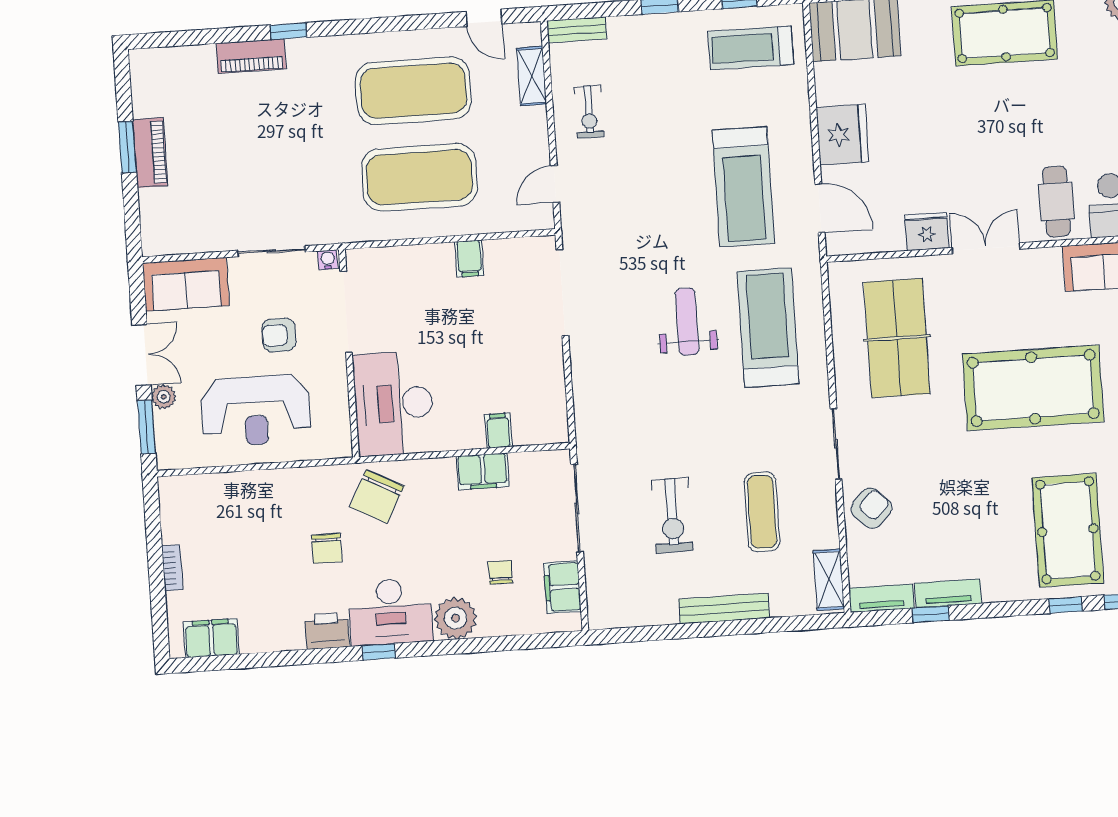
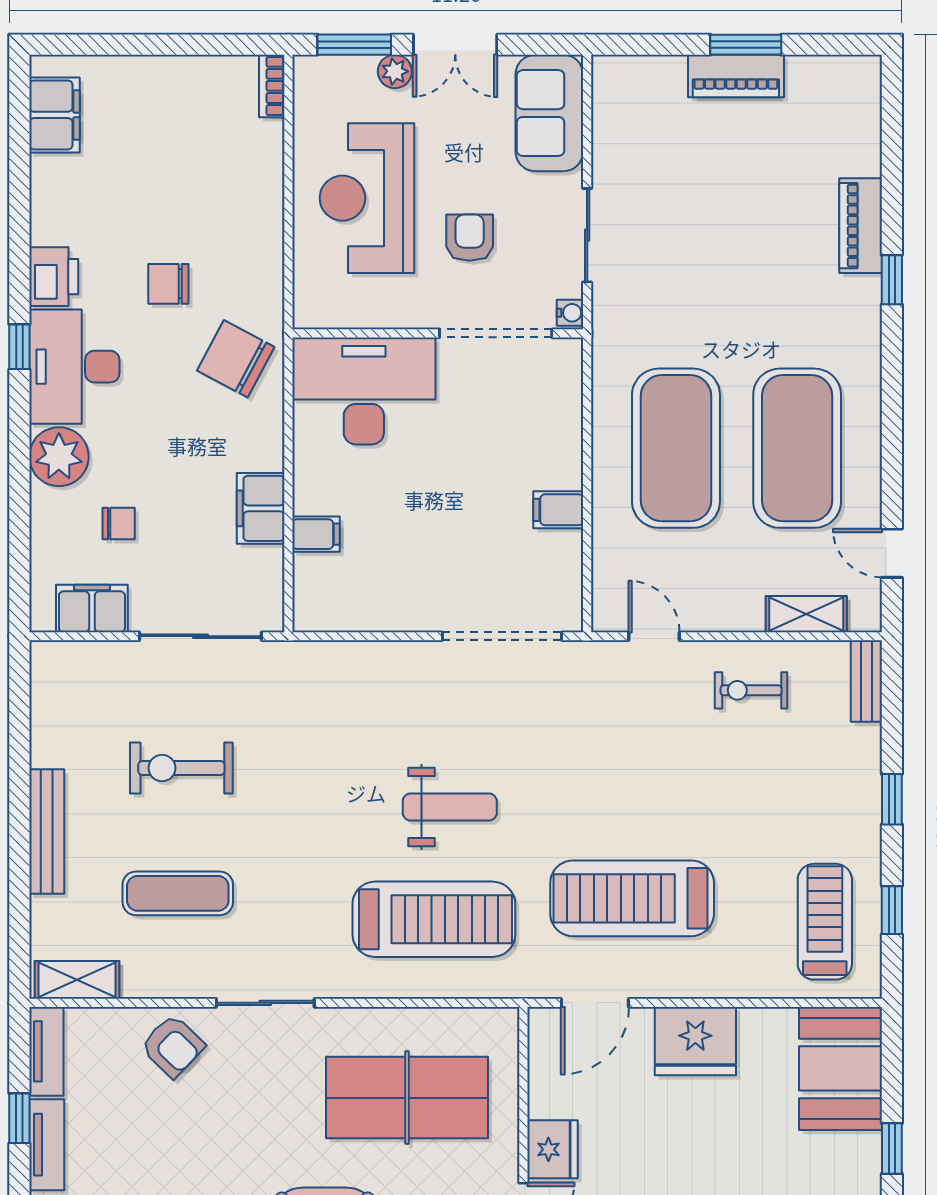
door: (484, 18) -> (892, 553), hinge flipped
bookcase: (172, 568) -> (272, 86), moved, turned 90

